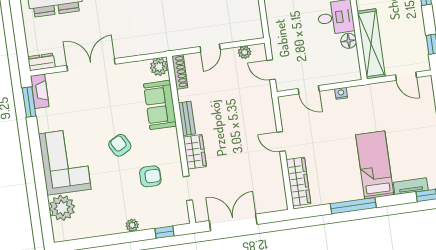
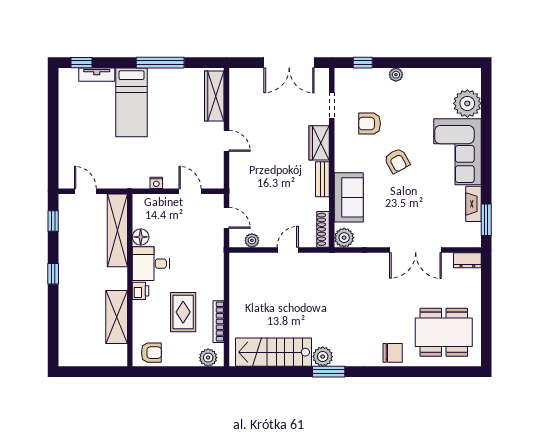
fireplace: (40, 91) -> (474, 204), moved

